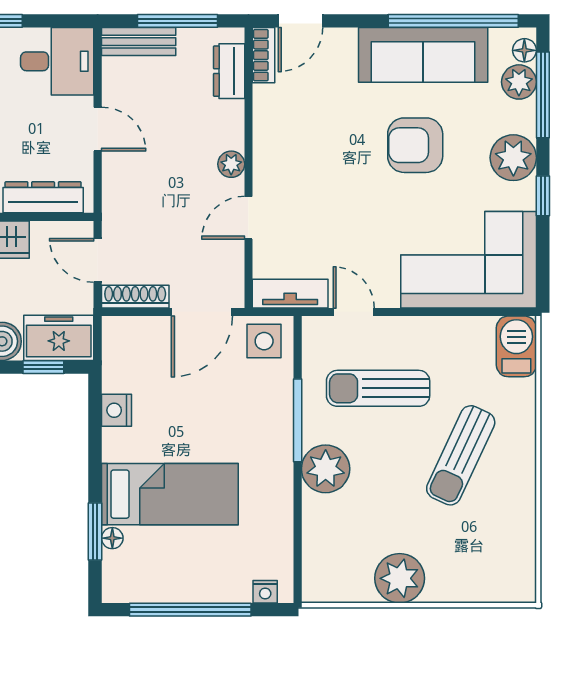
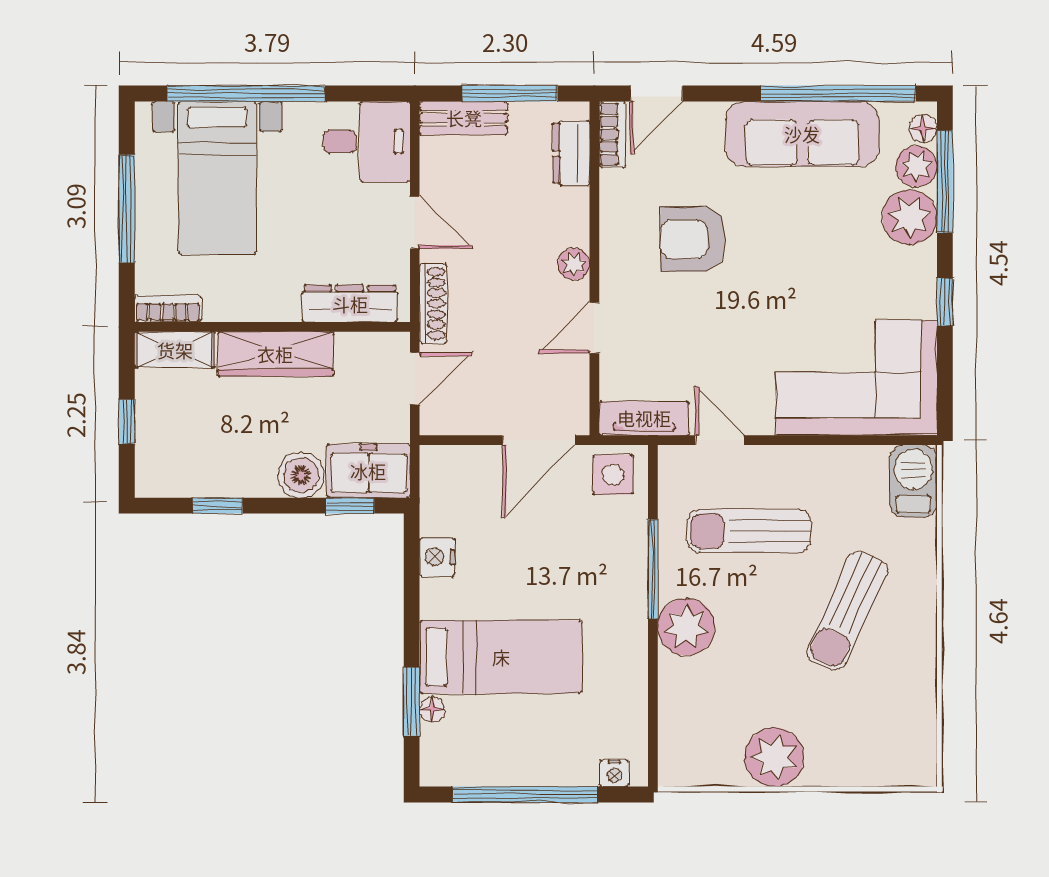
armchair: (415, 145) -> (693, 239), moved
plant: (513, 158) -> (910, 217), moved
door: (98, 260) -> (415, 379), swing flipped
shoe rack: (135, 297) -> (433, 304), moved, turned 90

